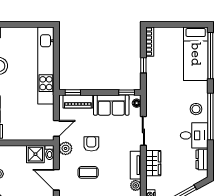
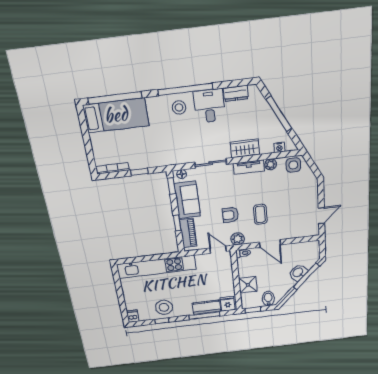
window: (73, 92) -> (177, 223), moved
shower: (35, 154) -> (248, 285), moved
door: (56, 180) -> (270, 243), hinge flipped

